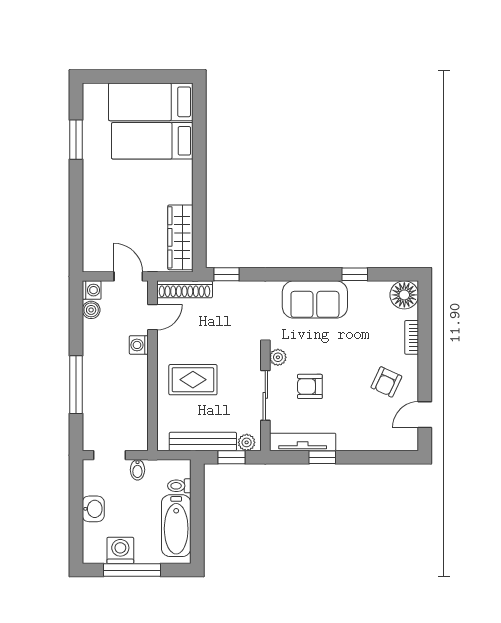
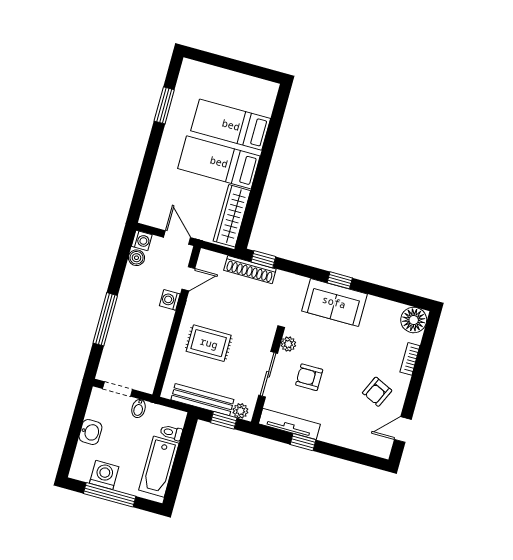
bed: (151, 102) -> (219, 162), moved
window: (355, 274) -> (340, 280), moved
shoe rack: (185, 289) -> (250, 270), moved

